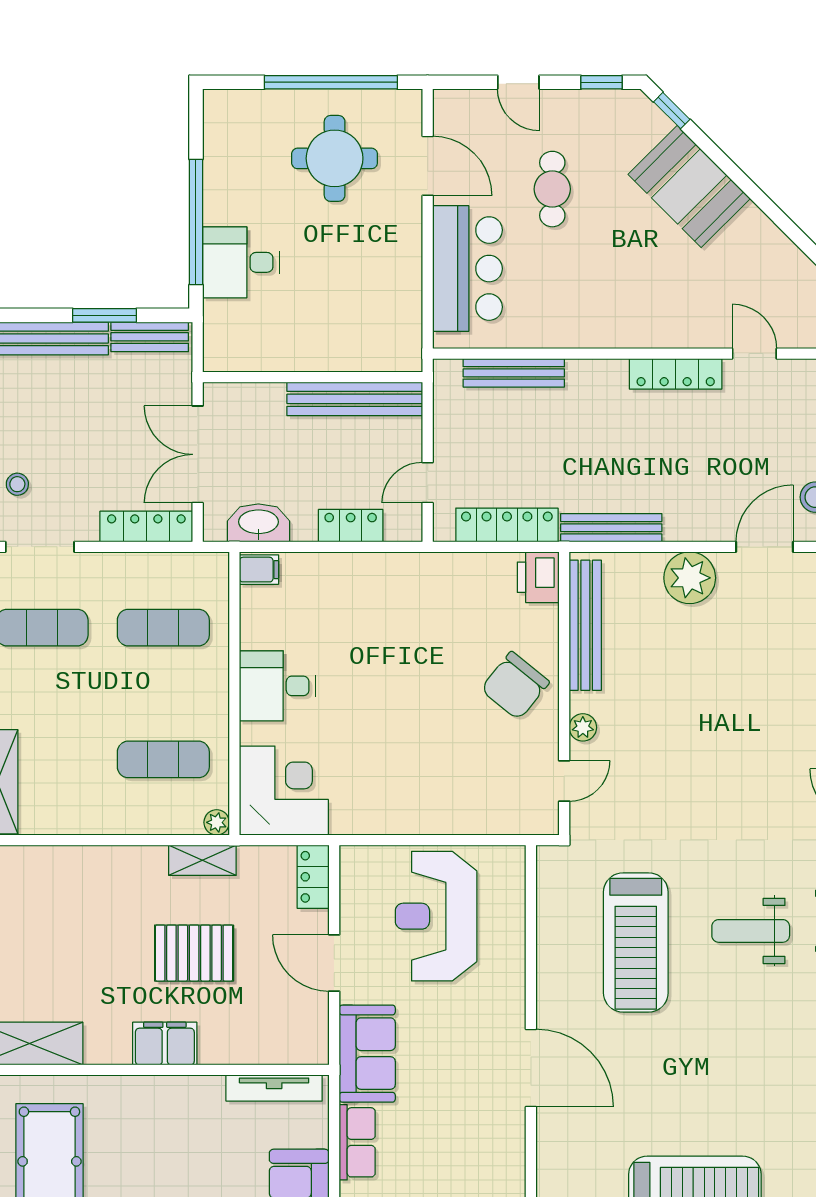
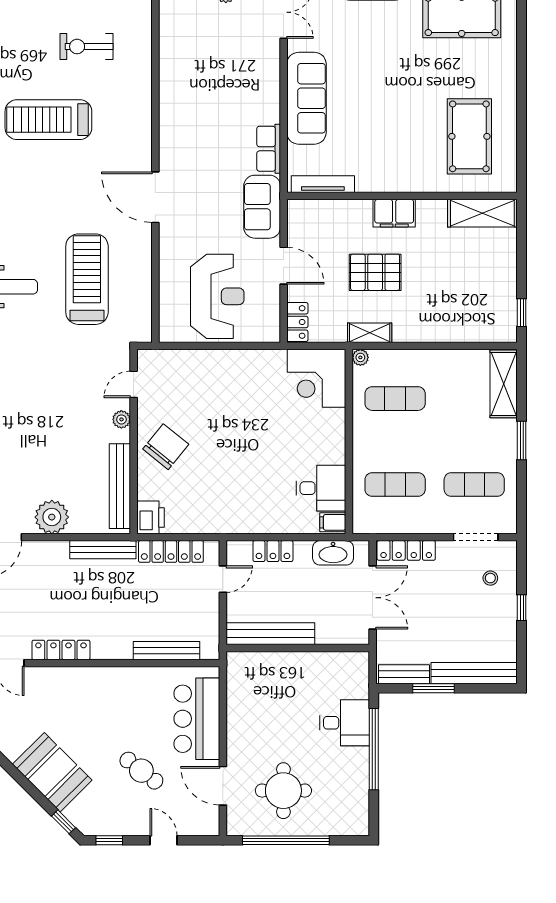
cafe table: (552, 189) -> (141, 771), turned -52
desk: (277, 686) -> (321, 488), moved

